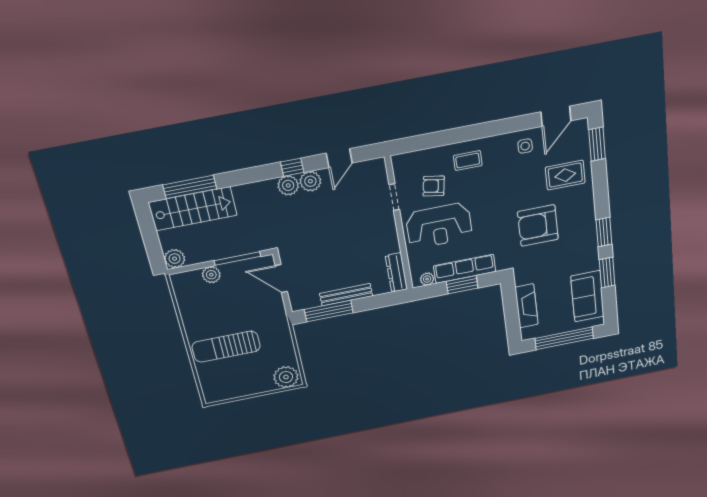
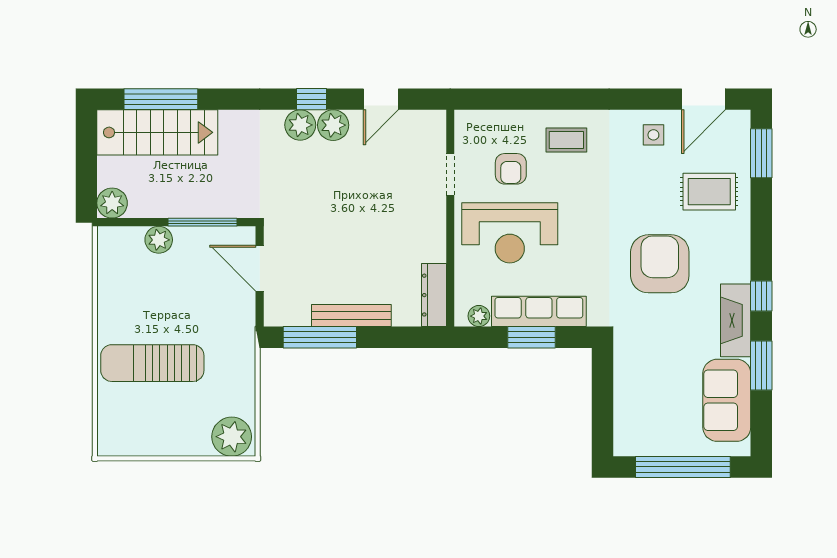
armchair: (434, 186) -> (511, 169), turned -100
armchair: (538, 226) -> (660, 264), turned 90
window: (604, 232) -> (761, 296), width x0.67
fireplace: (527, 306) -> (736, 320), moved, turned 180

